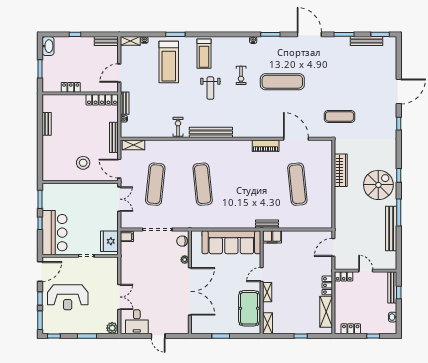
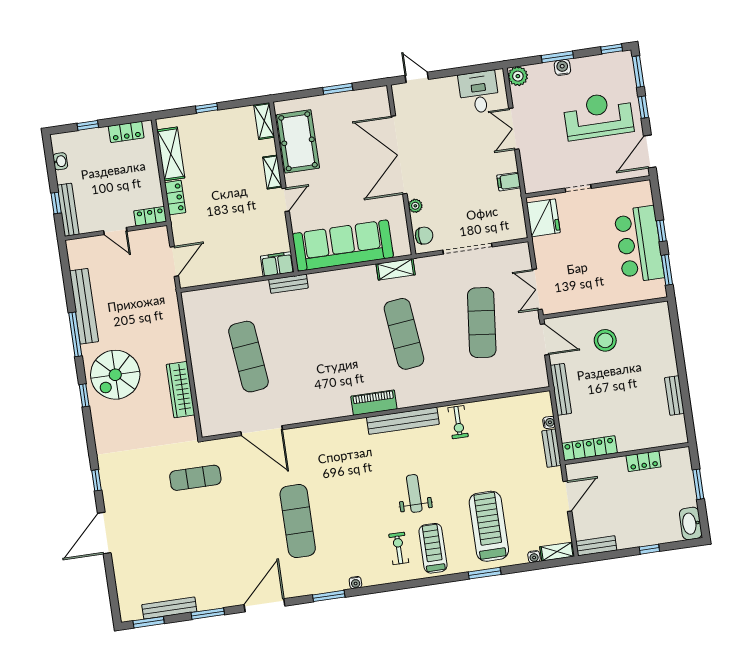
door: (309, 34) -> (265, 605), swing flipped
exercise bike: (241, 75) -> (399, 548), moved
exercise mat: (282, 82) -> (298, 521), turned 90
shelving: (134, 145) -> (396, 269), moved
piano: (266, 146) -> (374, 403), moved
bar counter: (55, 233) -> (639, 244), moved
filing cabinet: (127, 237) -> (509, 182), moved
water cooler: (85, 329) -> (562, 67), added
door: (158, 336) -> (417, 77), moved

